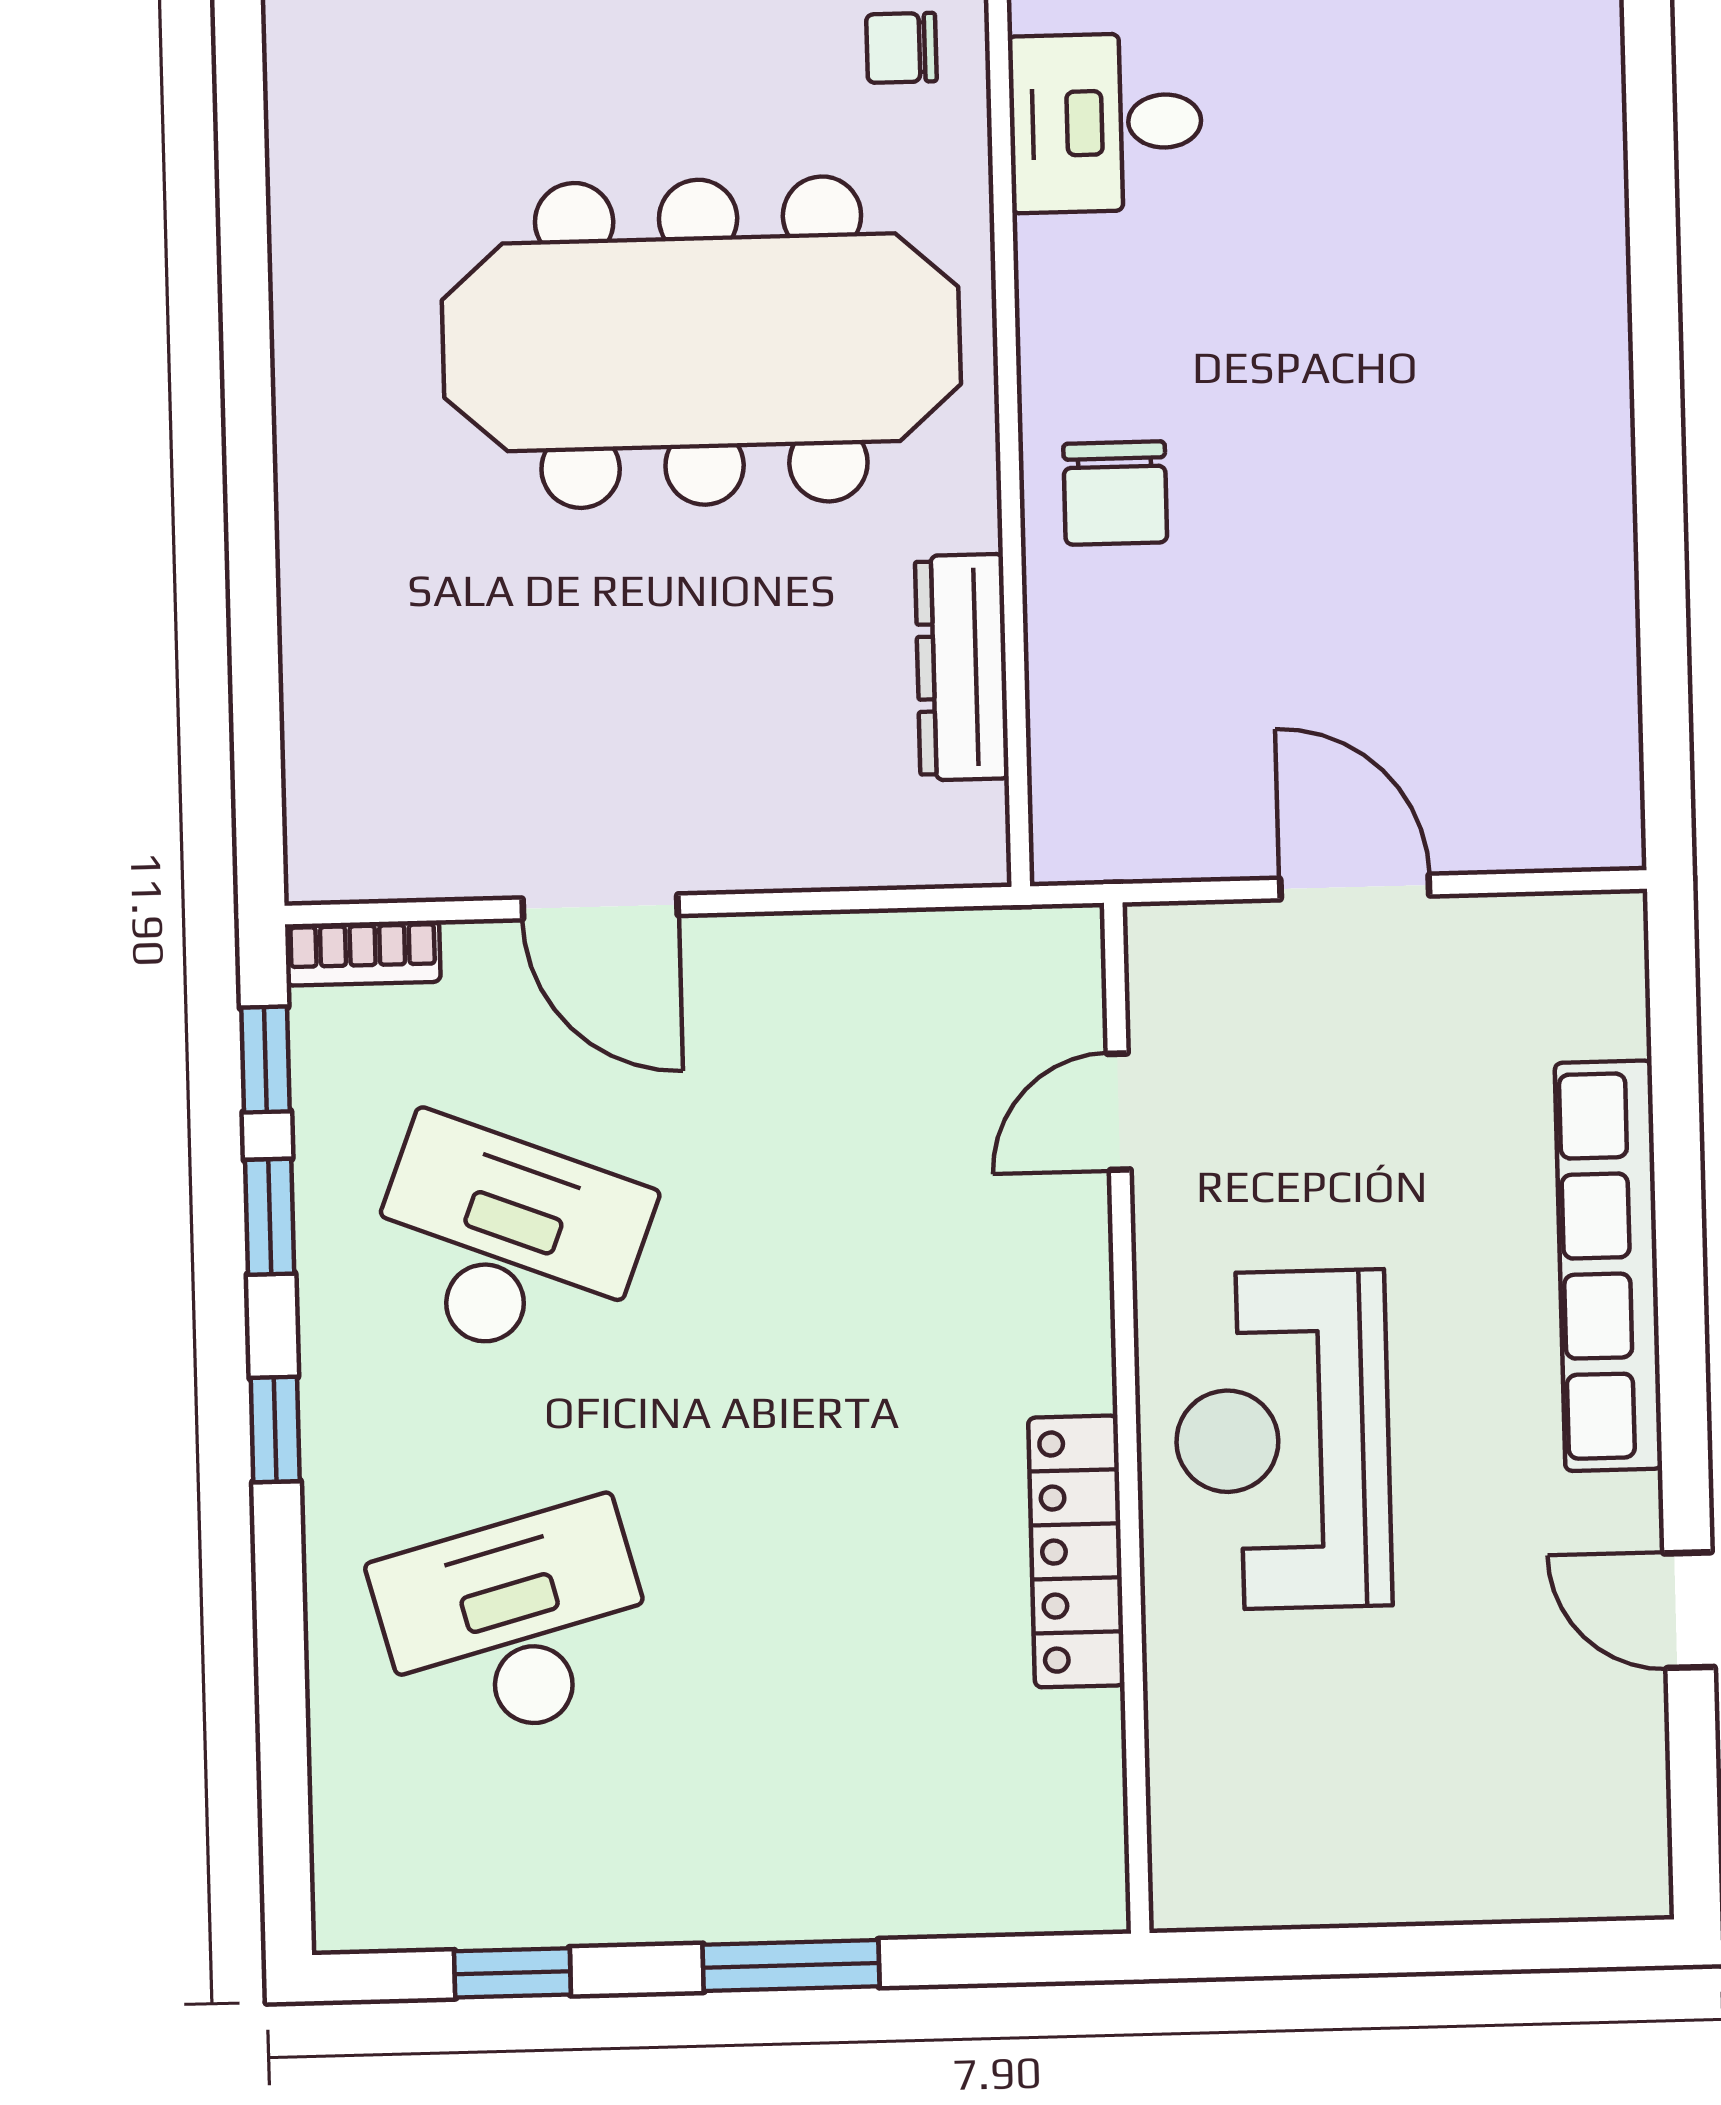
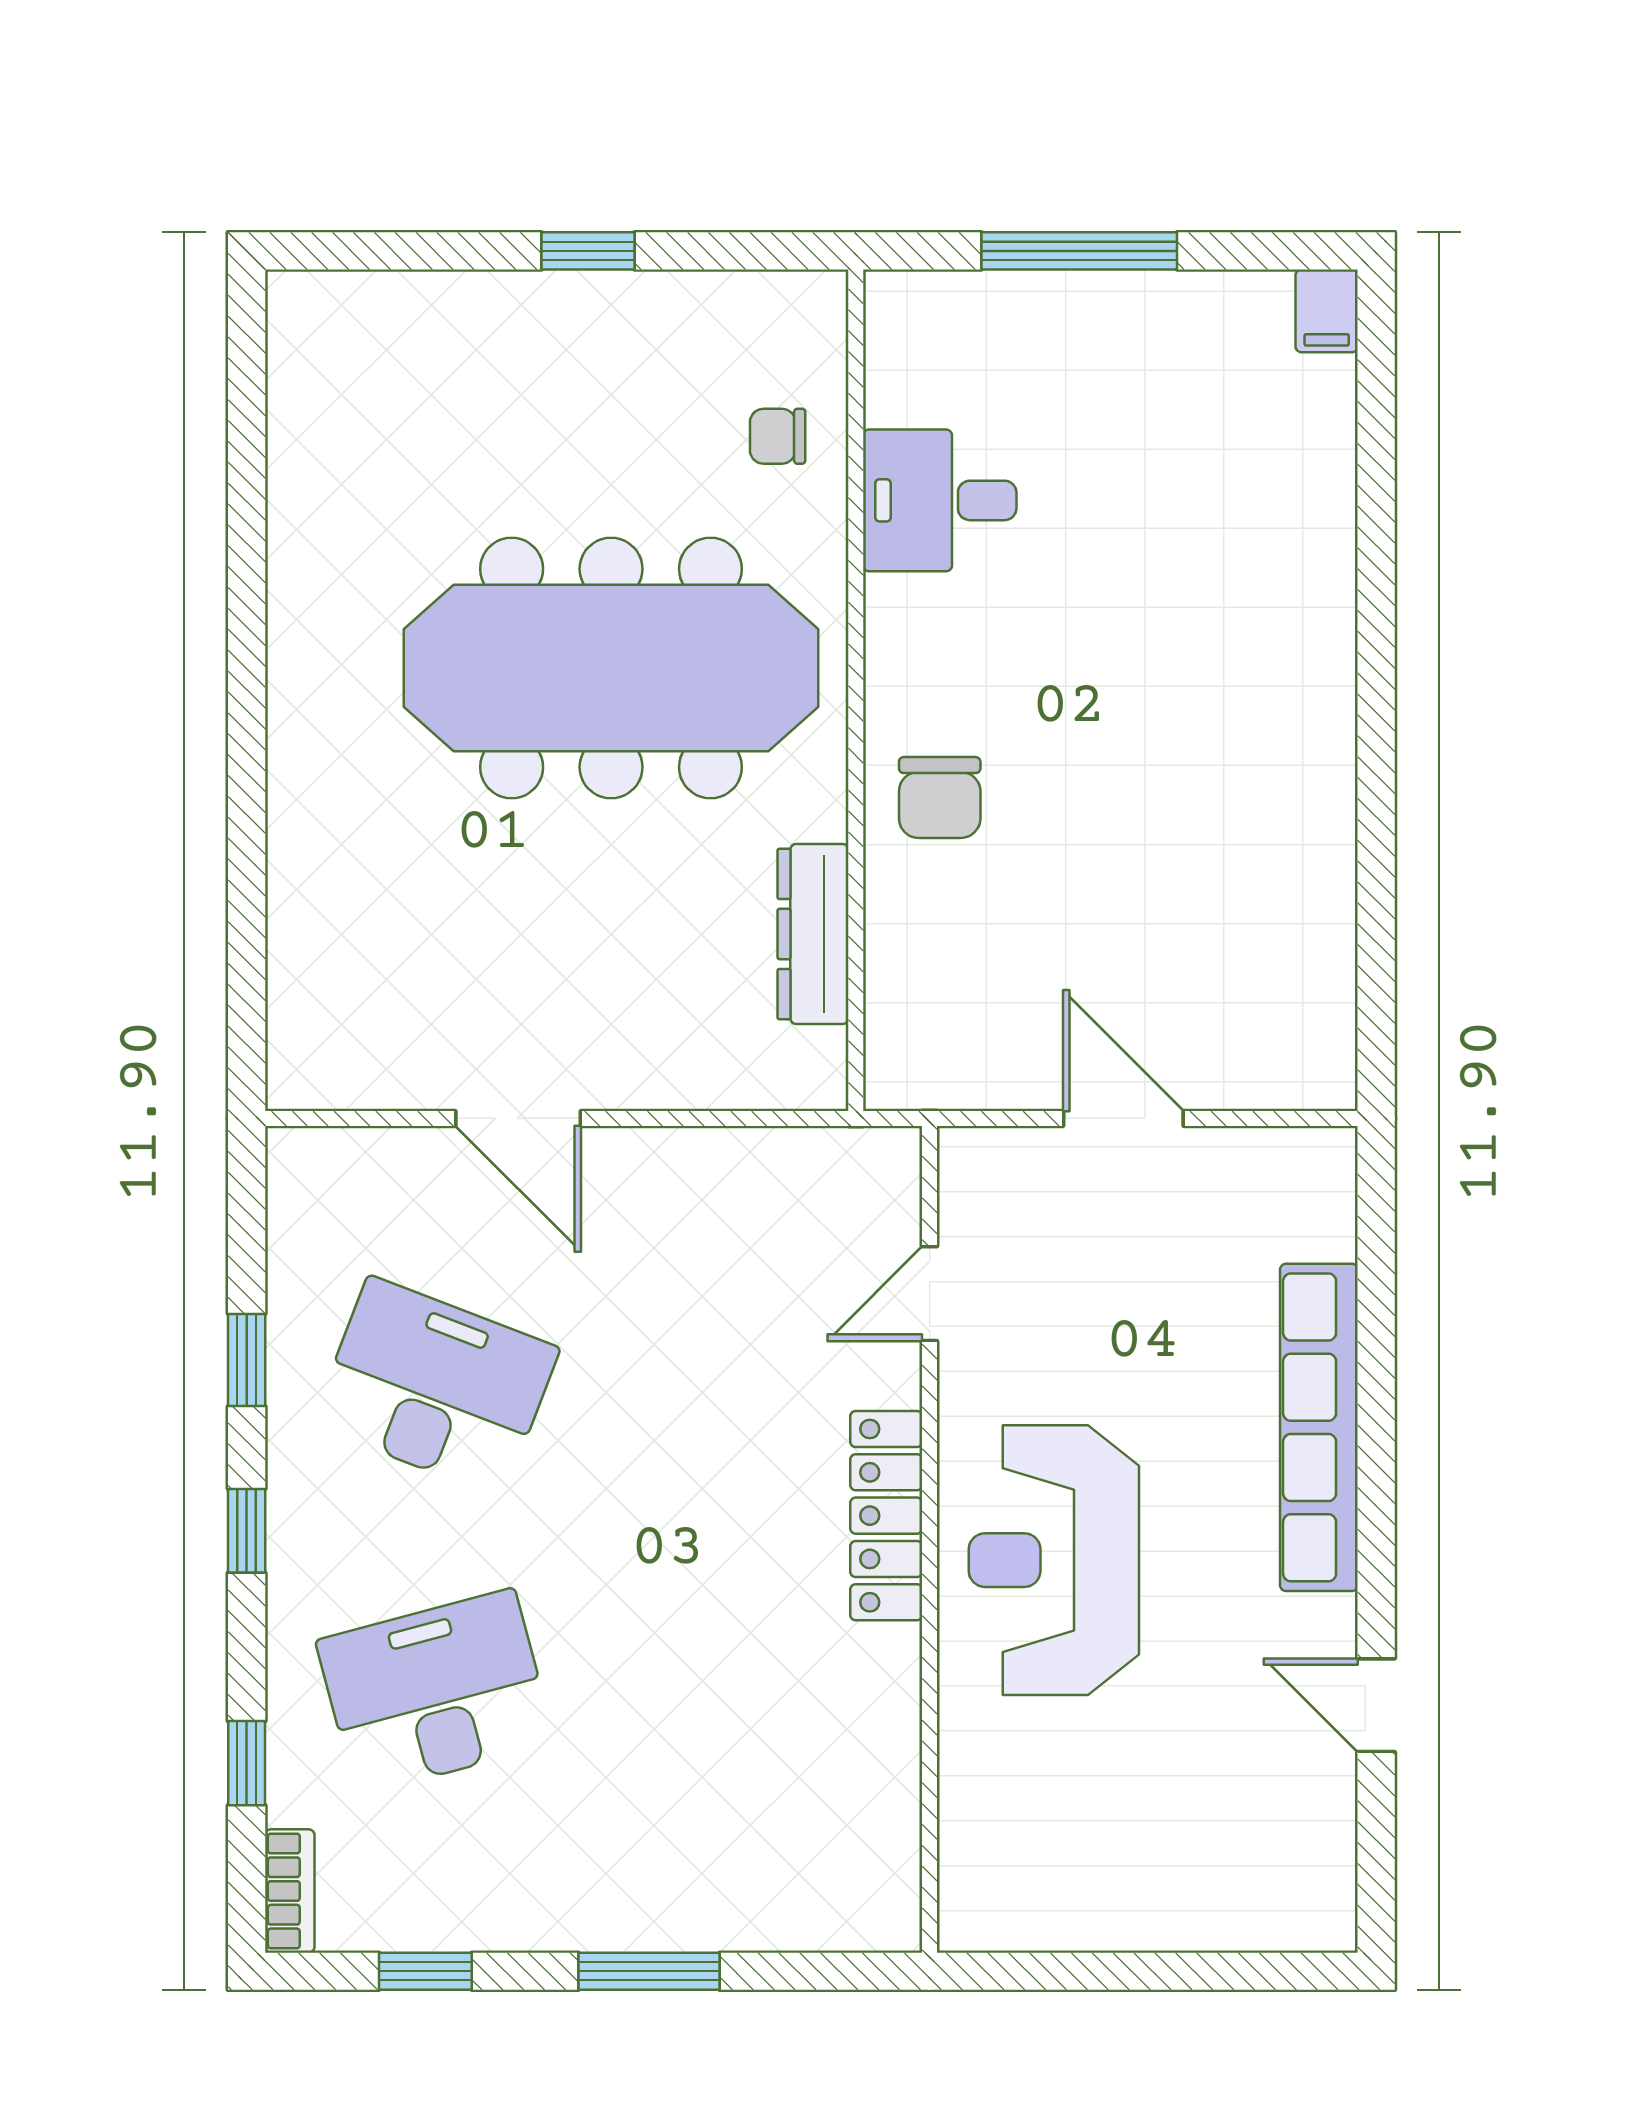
bookcase: (363, 953) -> (290, 1891), moved, turned -90
window: (265, 1060) -> (247, 1763), moved
locker: (1076, 1551) -> (886, 1516), moved

